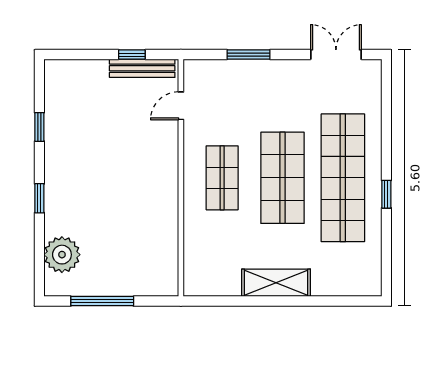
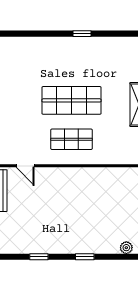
shop shelf: (343, 178) -> (72, 62), removed
plant: (62, 255) -> (126, 248), width x0.53, depth x0.53

